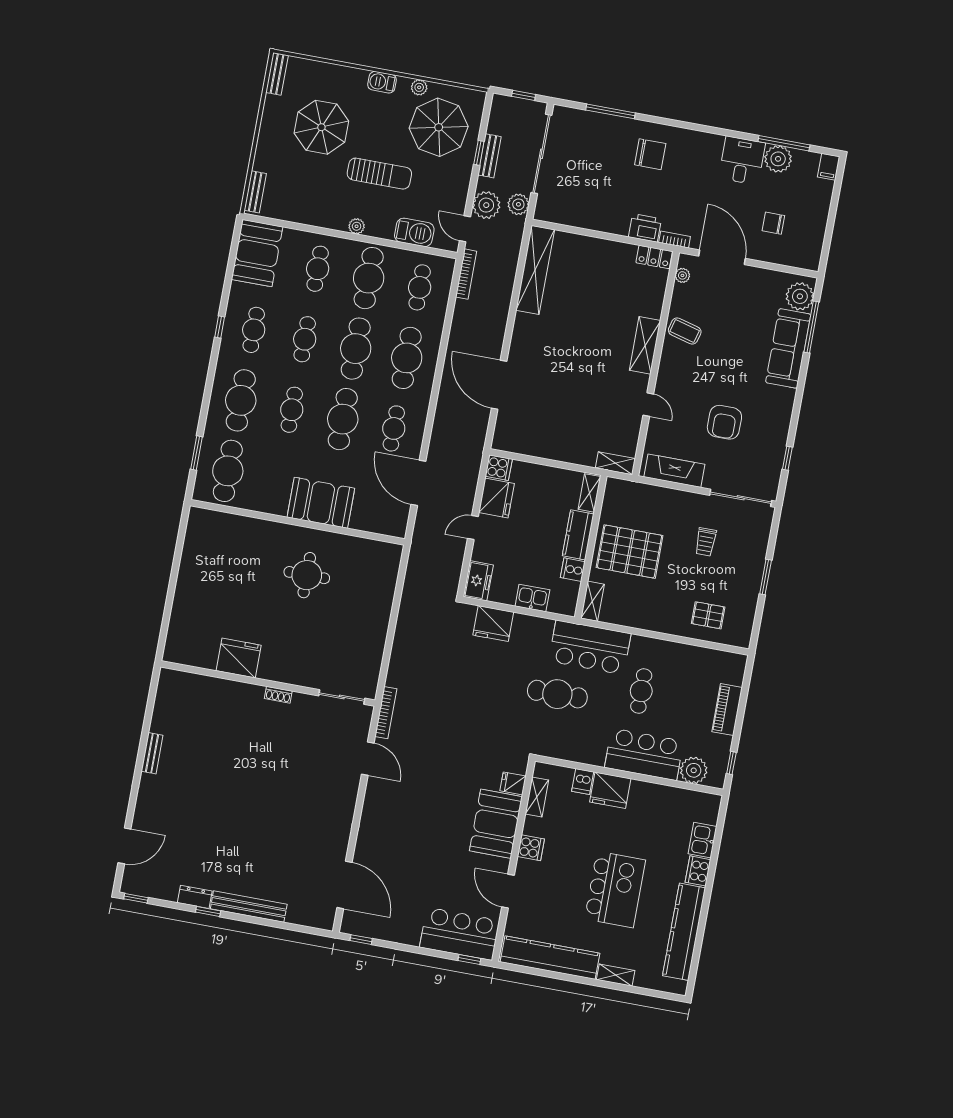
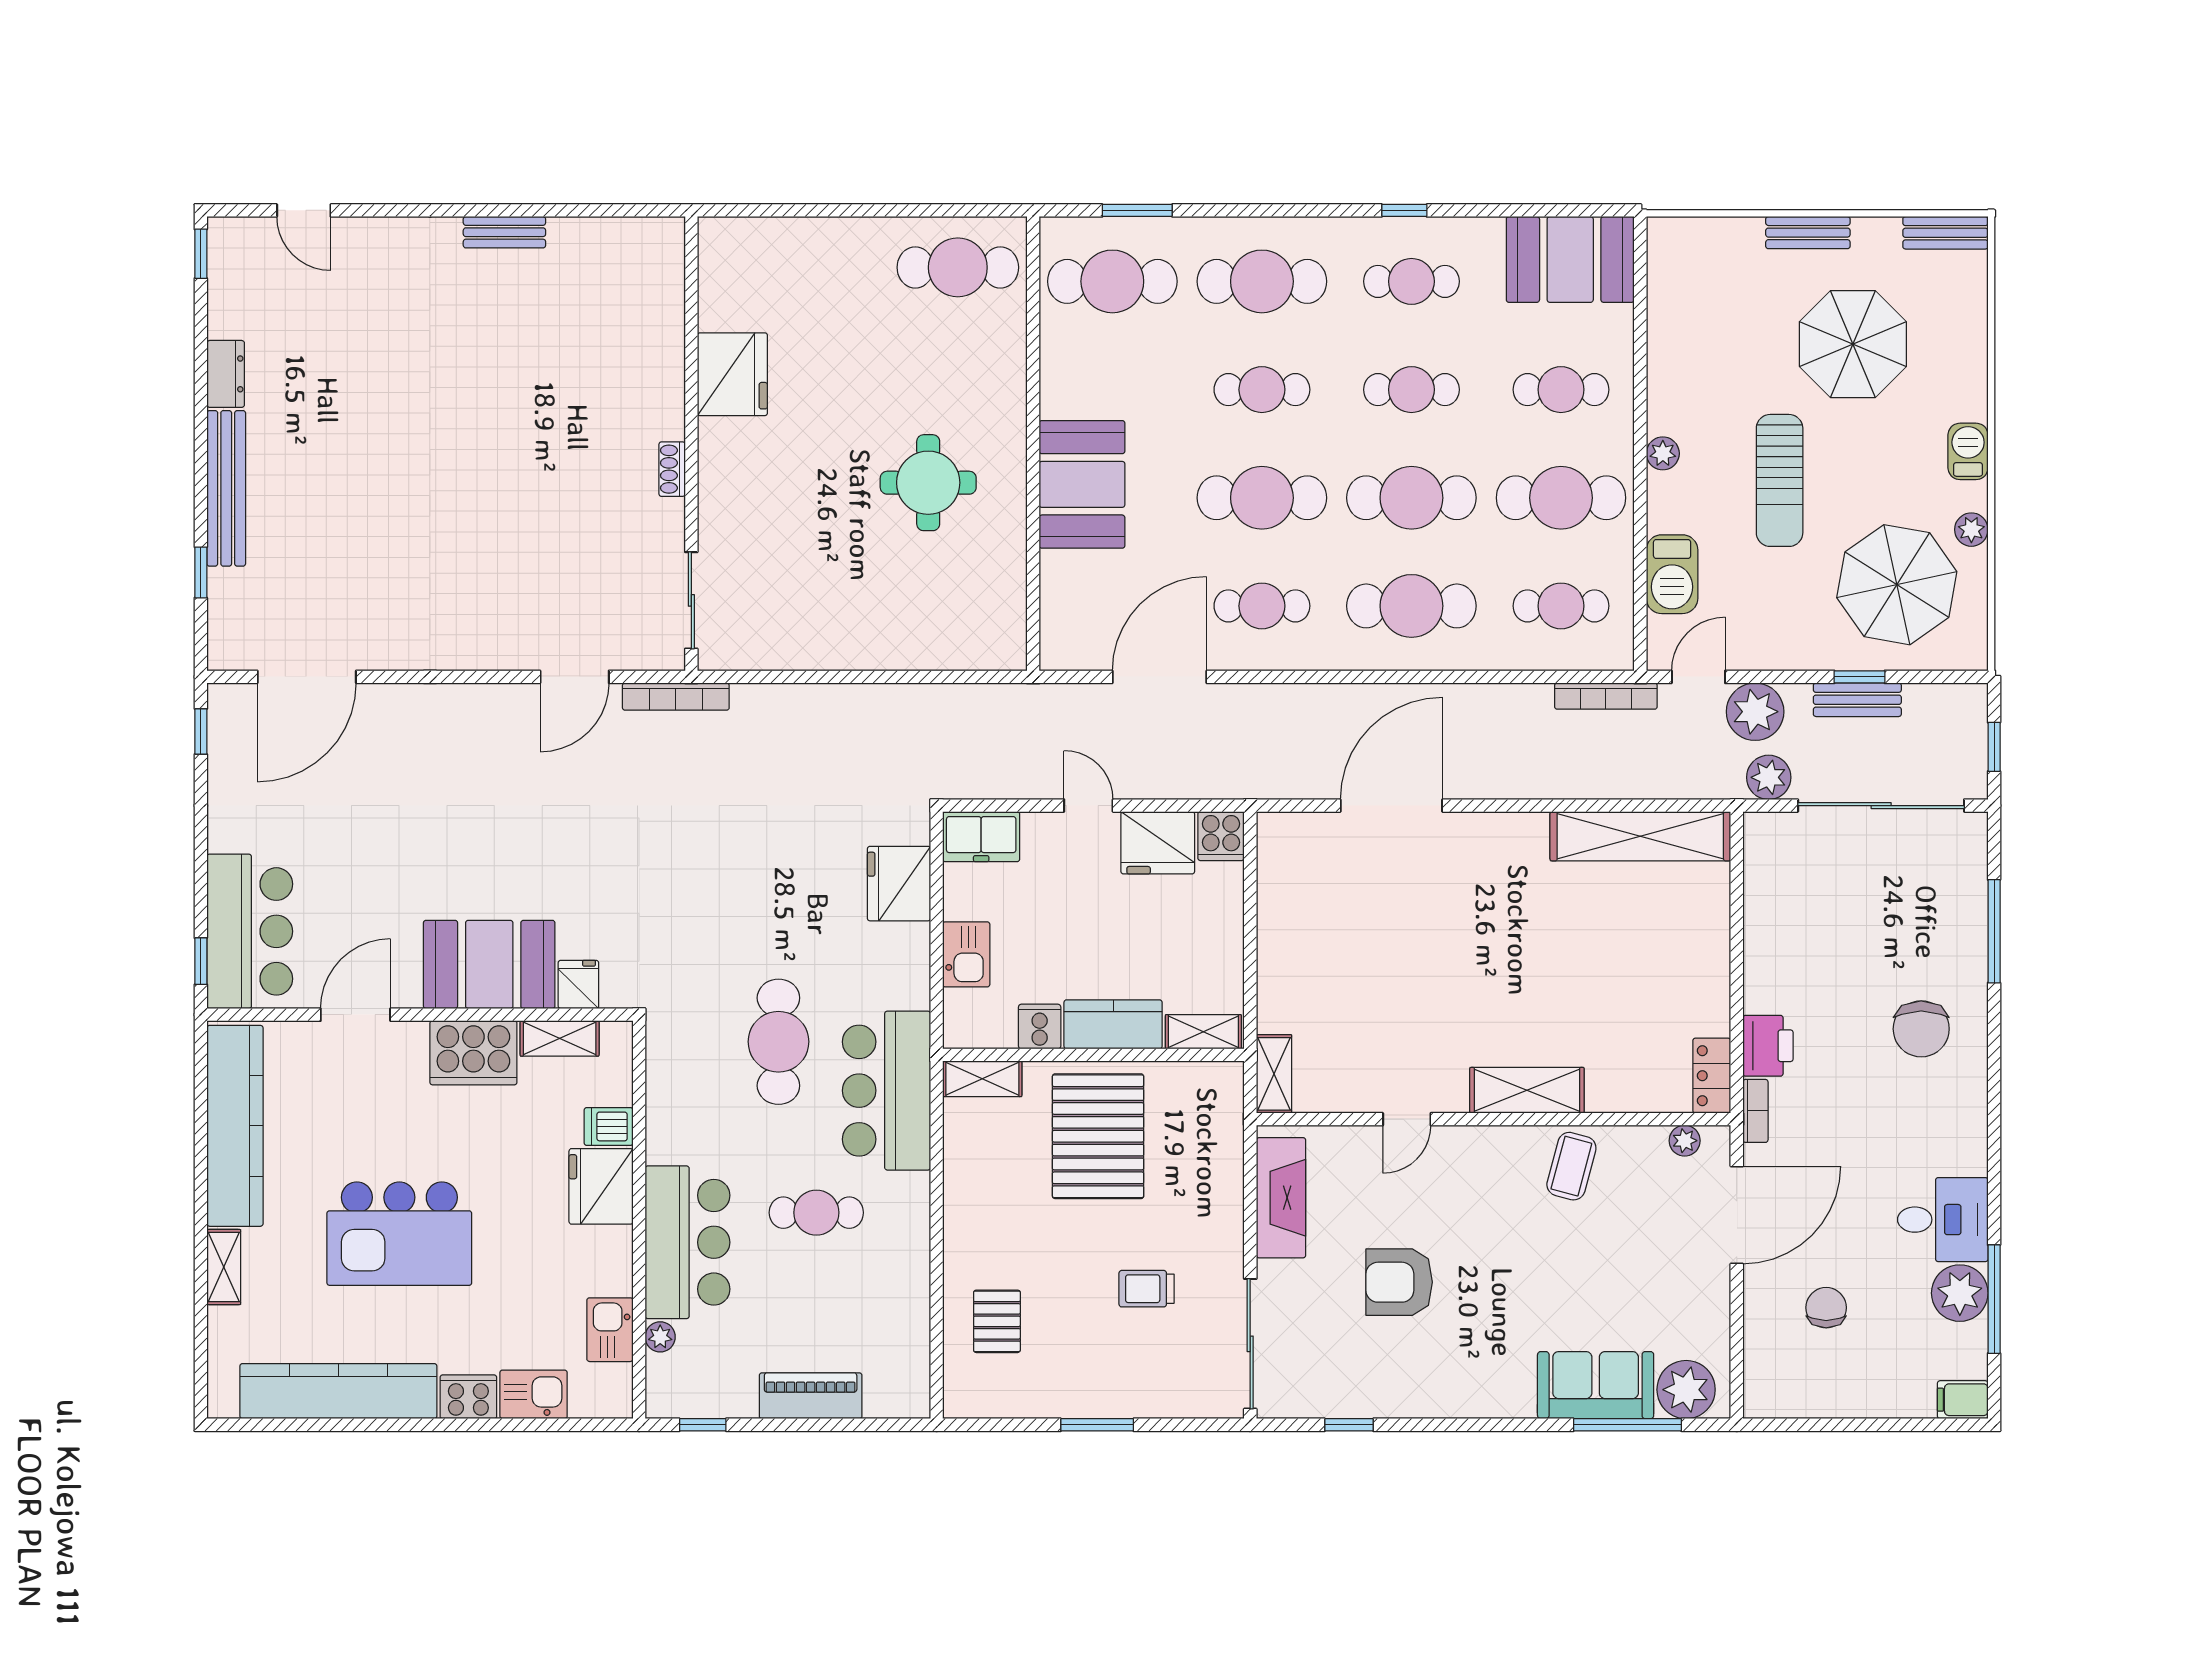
bench: (255, 192) -> (1808, 233), moved
sofa: (788, 348) -> (1596, 1385), width x0.73
cafe table: (208, 543) -> (958, 267), added
plant: (694, 770) -> (660, 1337), width x0.53, depth x0.53
kitchen sink: (679, 798) -> (610, 1330), added
door: (124, 846) -> (304, 210), width x0.73
cooker: (531, 848) -> (473, 1053), width x1.87, depth x1.31
window: (208, 911) -> (201, 572), moved

